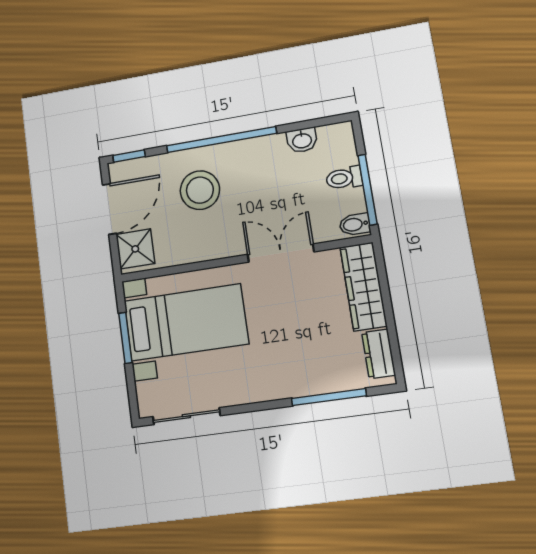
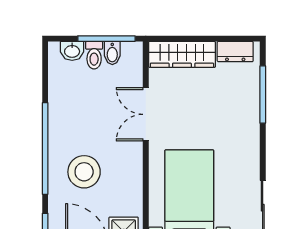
washbasin: (302, 140) -> (72, 51), moved, turned 90
bidet: (355, 224) -> (112, 53), moved

